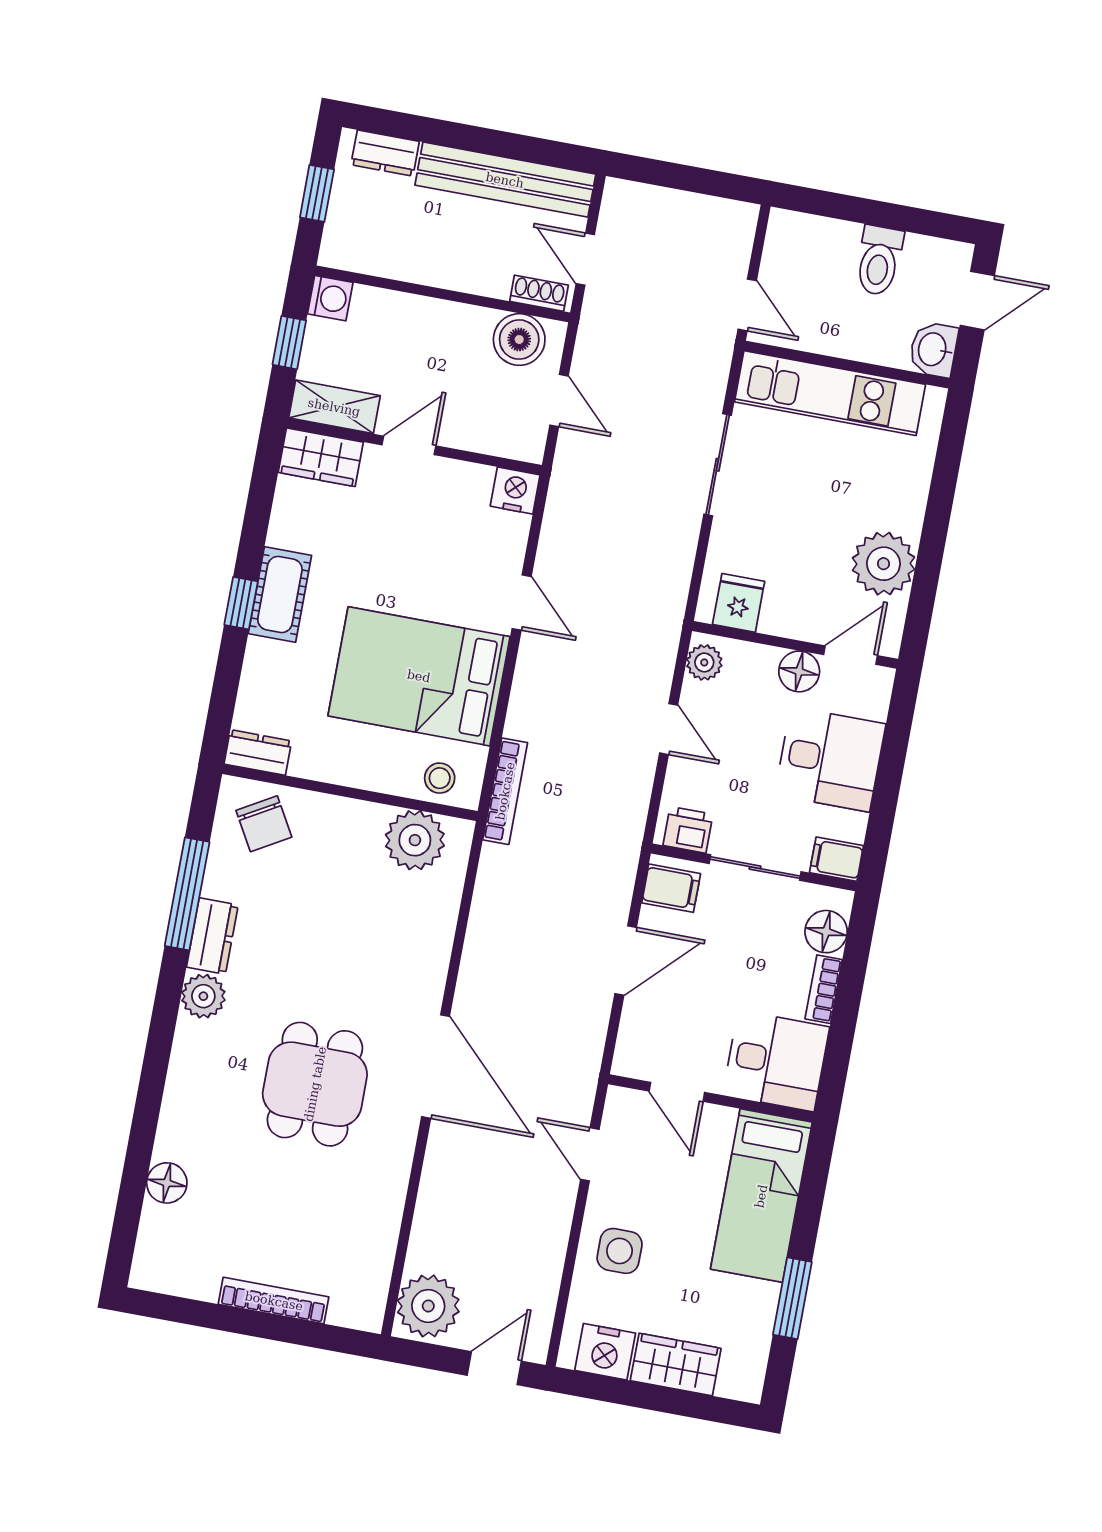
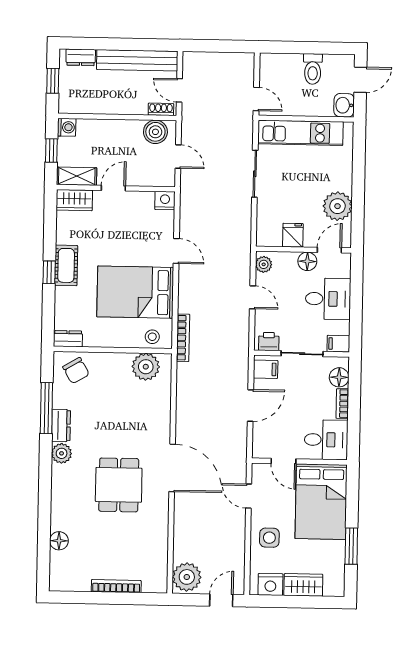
fridge: (739, 603) -> (293, 235), moved
bed: (761, 1196) -> (321, 502), width x1.50

